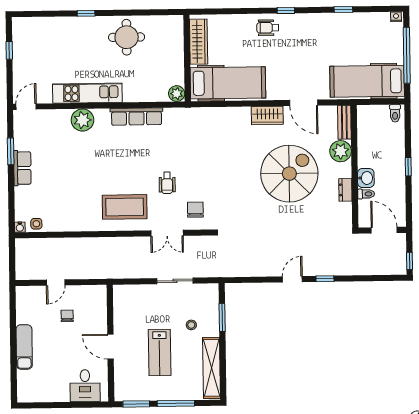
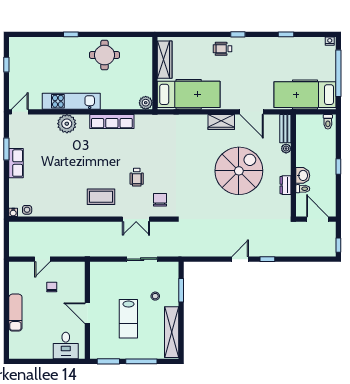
plant: (341, 151) -> (286, 149), width x0.53, depth x0.53
coffee table: (125, 207) -> (101, 197), width x0.73, depth x0.76

